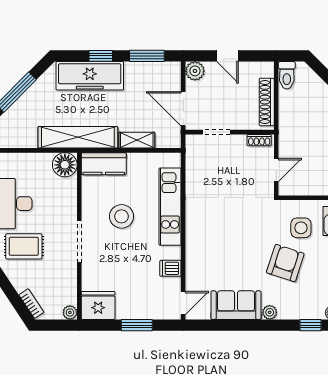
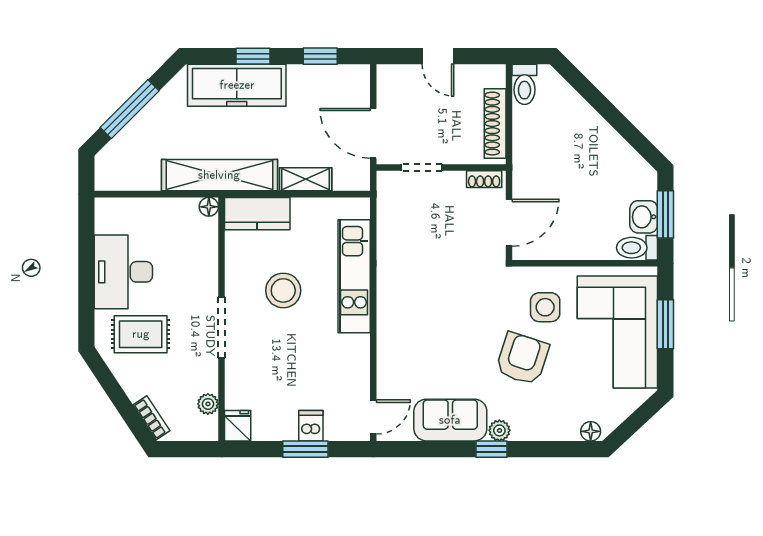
window: (147, 56) -> (320, 56), width x0.67
plant: (195, 71) -> (390, 78), removed
floor lamp: (65, 165) -> (209, 207), width x0.53, depth x0.53
door: (276, 170) -> (509, 223), width x1.38
dishwasher: (170, 268) -> (311, 426), moved, turned 90
fridge: (98, 305) -> (238, 426), width x0.53, depth x0.75
plant: (70, 312) -> (208, 404), moved
window: (310, 325) -> (491, 449), moved

